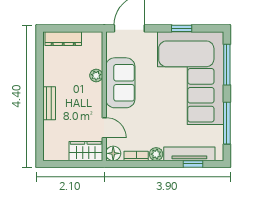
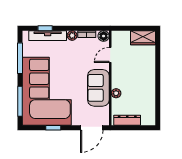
dresser: (63, 39) -> (127, 120), moved
bench: (49, 103) -> (151, 73), removed
door: (104, 128) -> (110, 55), hinge flipped
wardrobe: (86, 151) -> (143, 38), moved

